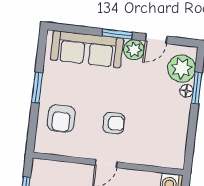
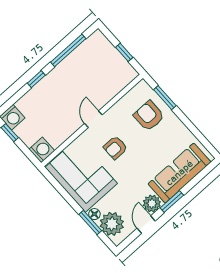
window: (37, 87) -> (165, 98), moved
corner sofa: (163, 131) -> (81, 175), added

